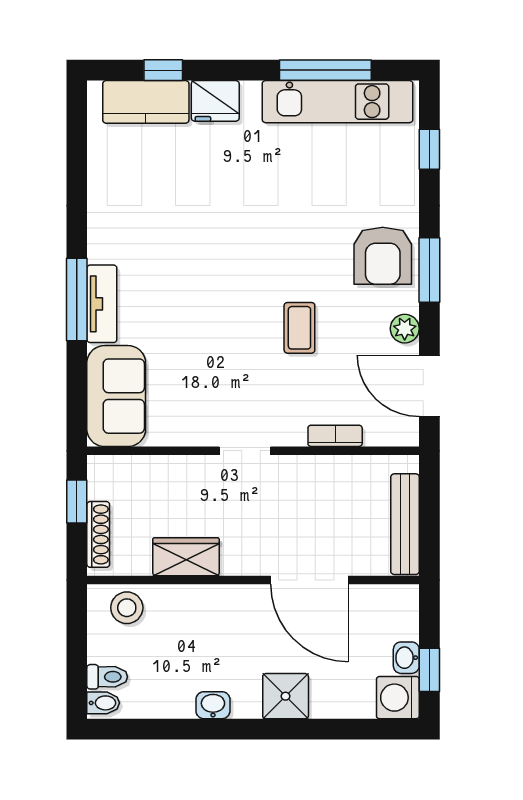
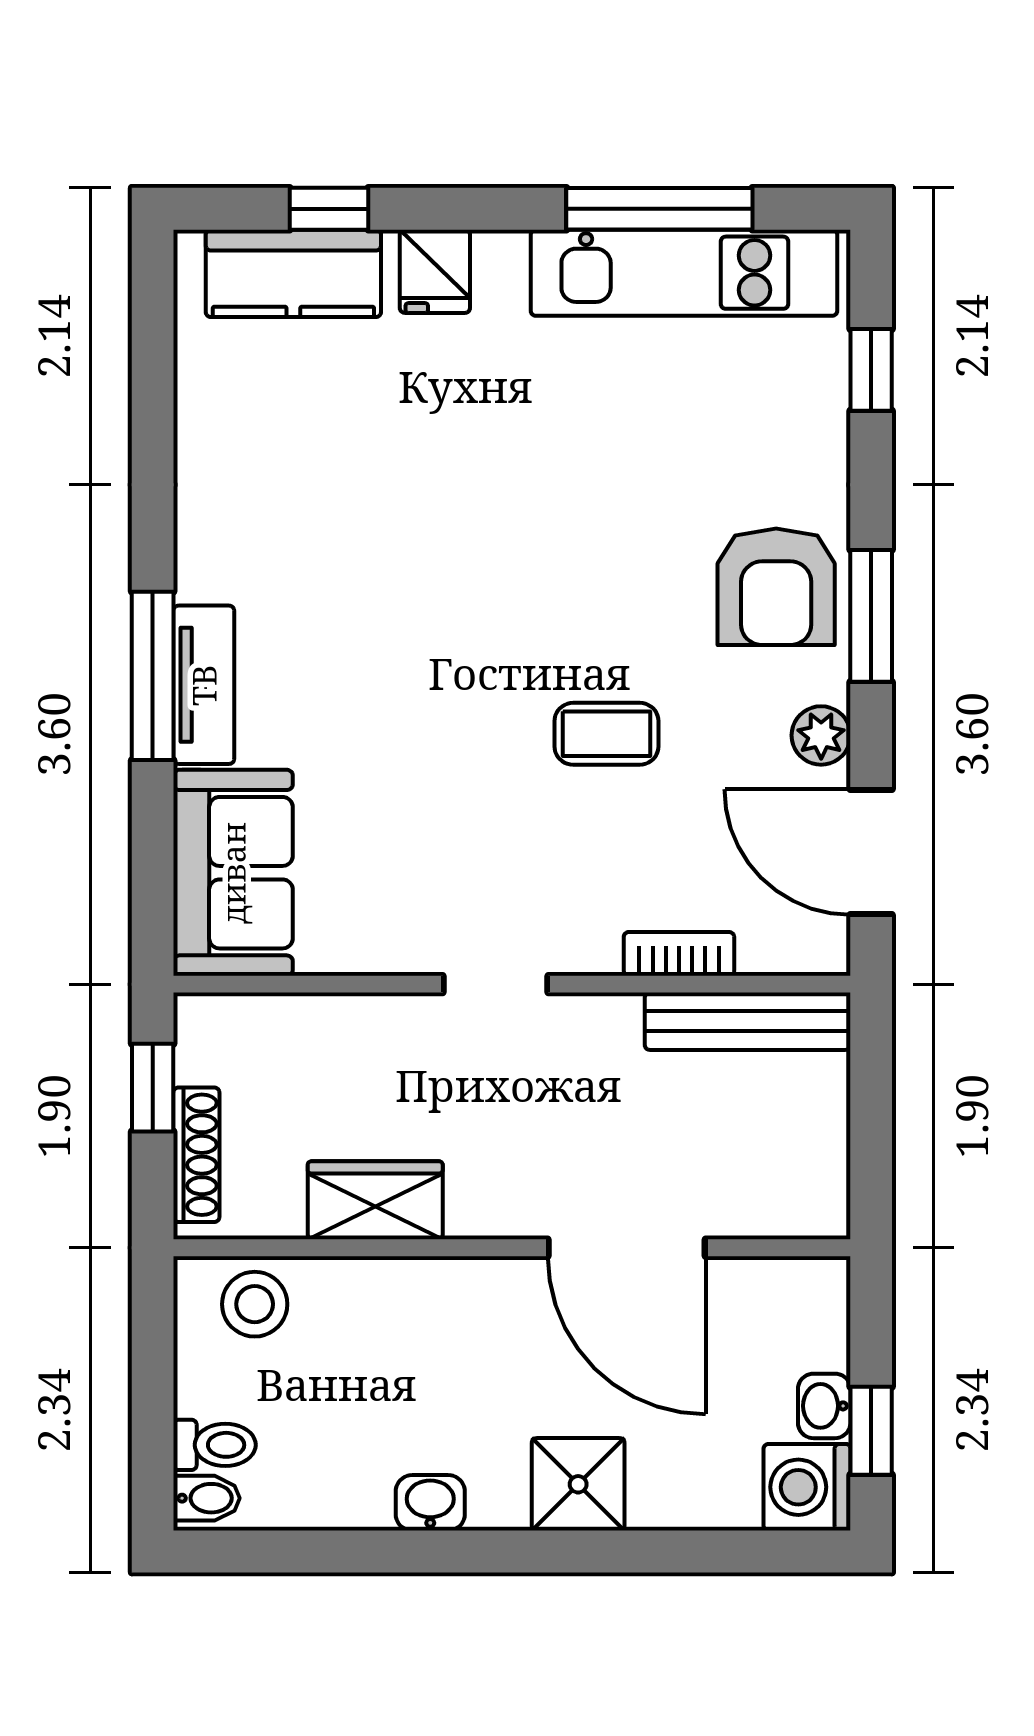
fridge: (215, 101) -> (435, 271), width x0.72
coffee table: (299, 328) -> (606, 734), turned 90
bench: (405, 524) -> (748, 1021), moved, turned 90

